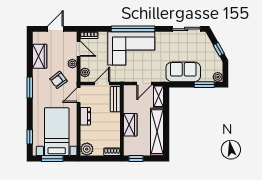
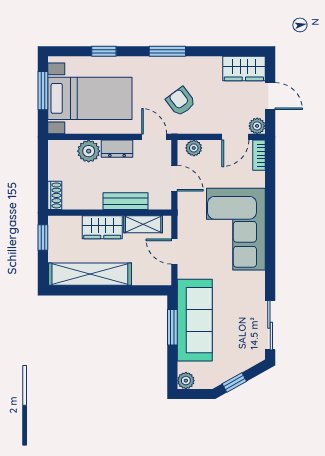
window: (133, 29) -> (270, 232), removed
wardrobe: (40, 56) -> (244, 68), moved
plant: (72, 64) -> (257, 126), moved
sofa: (183, 72) -> (195, 320), width x1.36
window: (204, 85) -> (172, 327), moved
shelving: (158, 96) -> (143, 224), moved
bench: (115, 99) -> (125, 201), moved
window: (30, 137) -> (104, 51), moved
plant: (87, 149) -> (89, 151), moved

